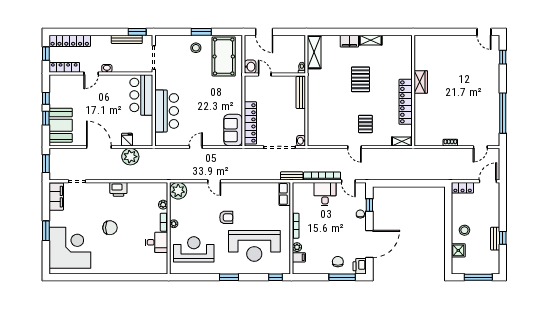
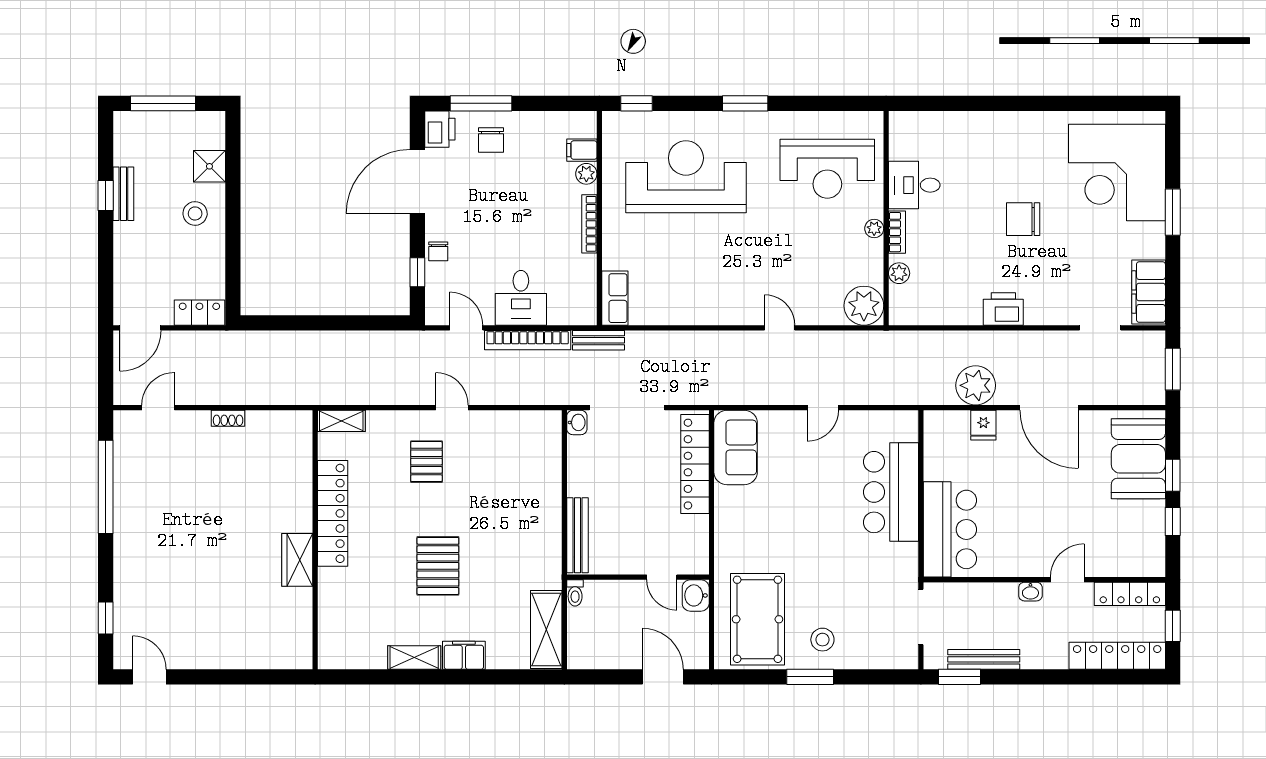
armchair: (226, 217) -> (752, 243), removed

